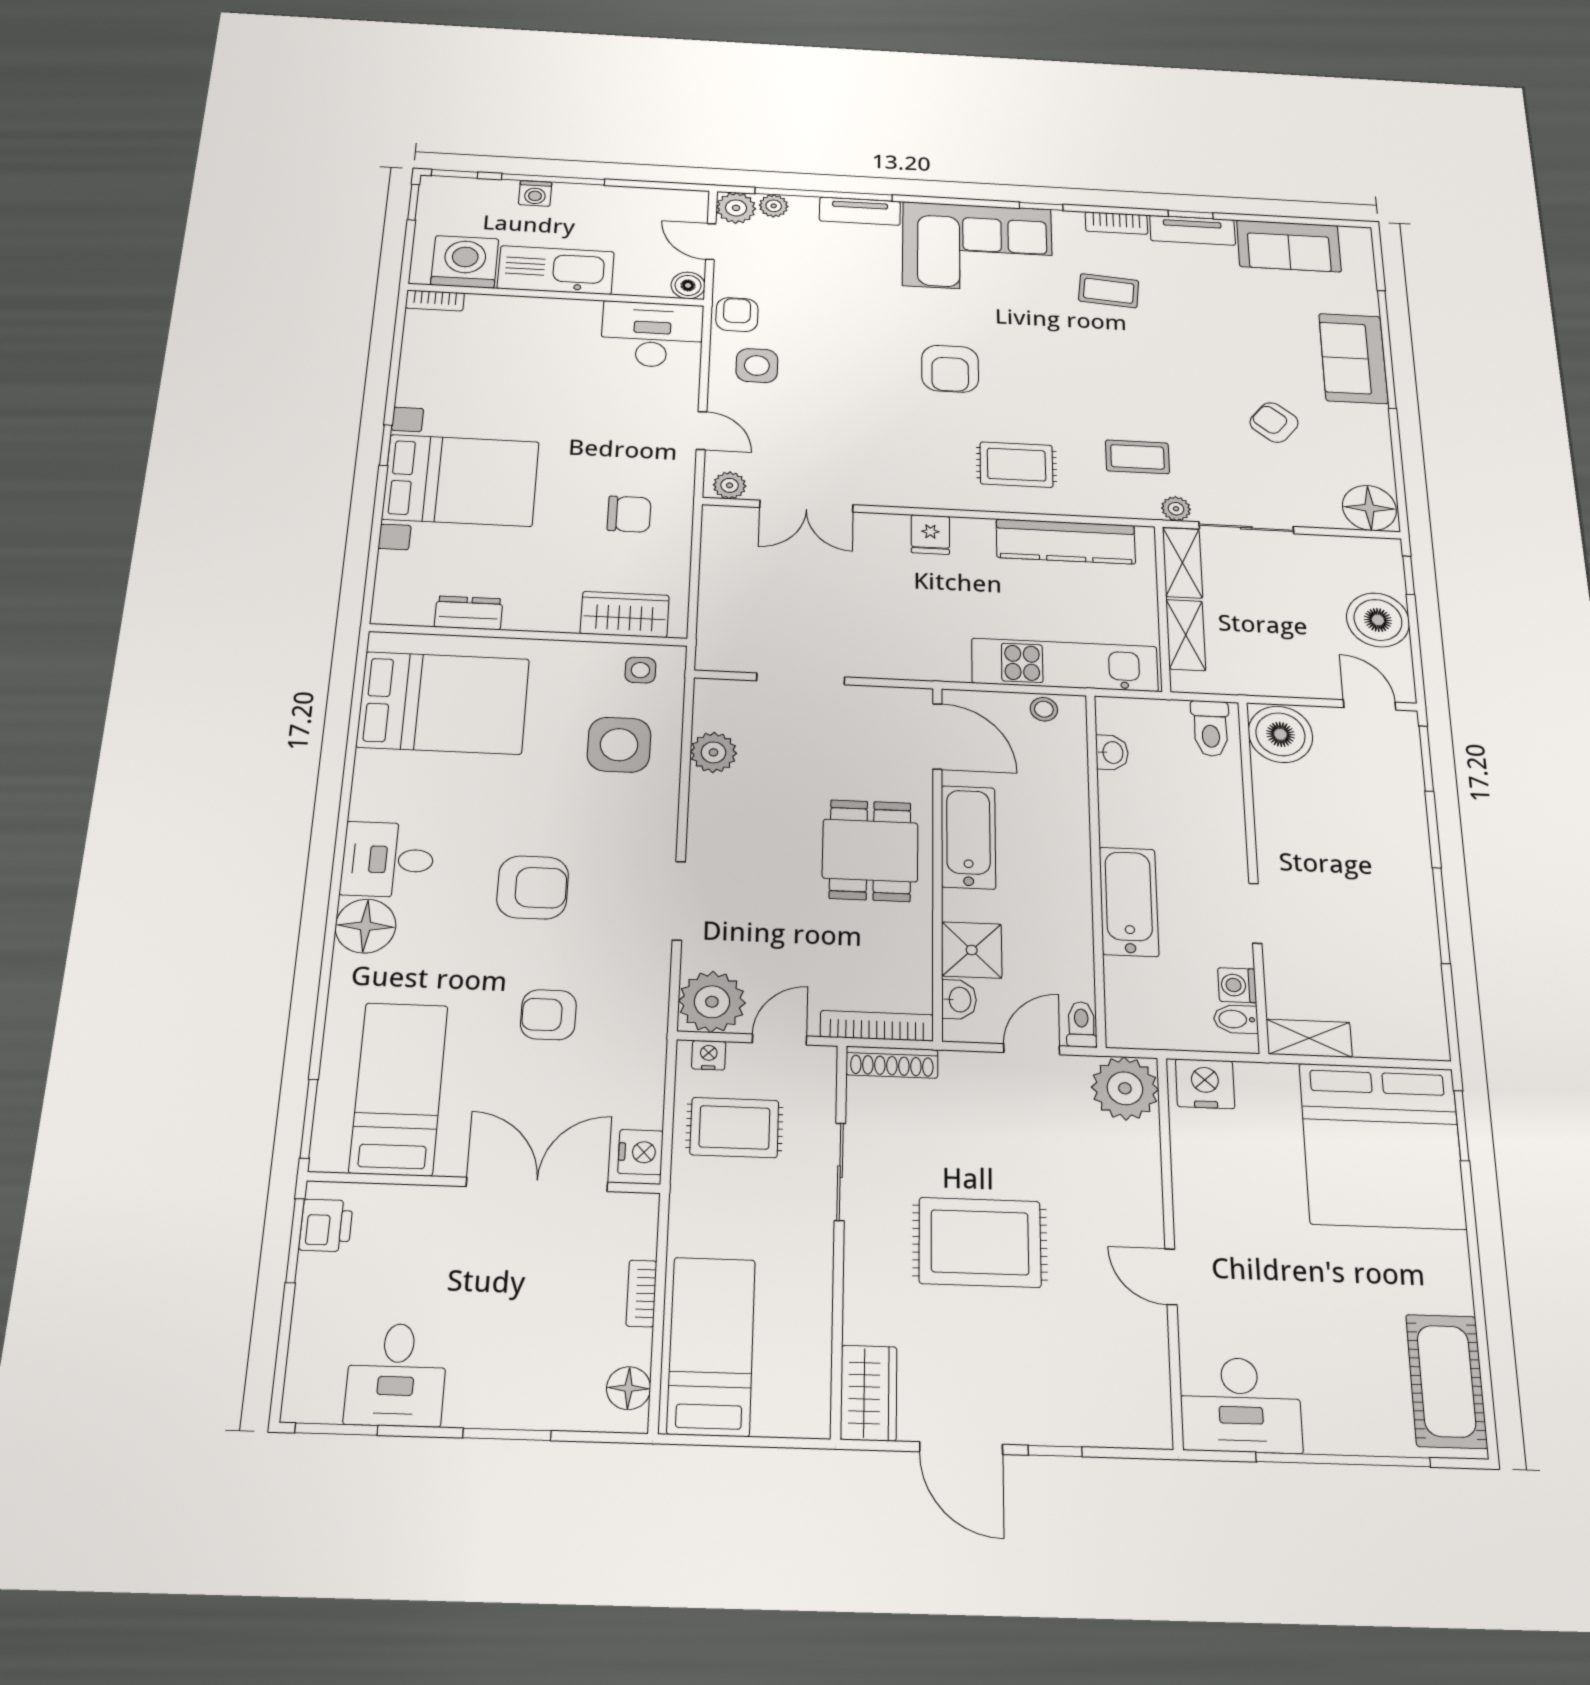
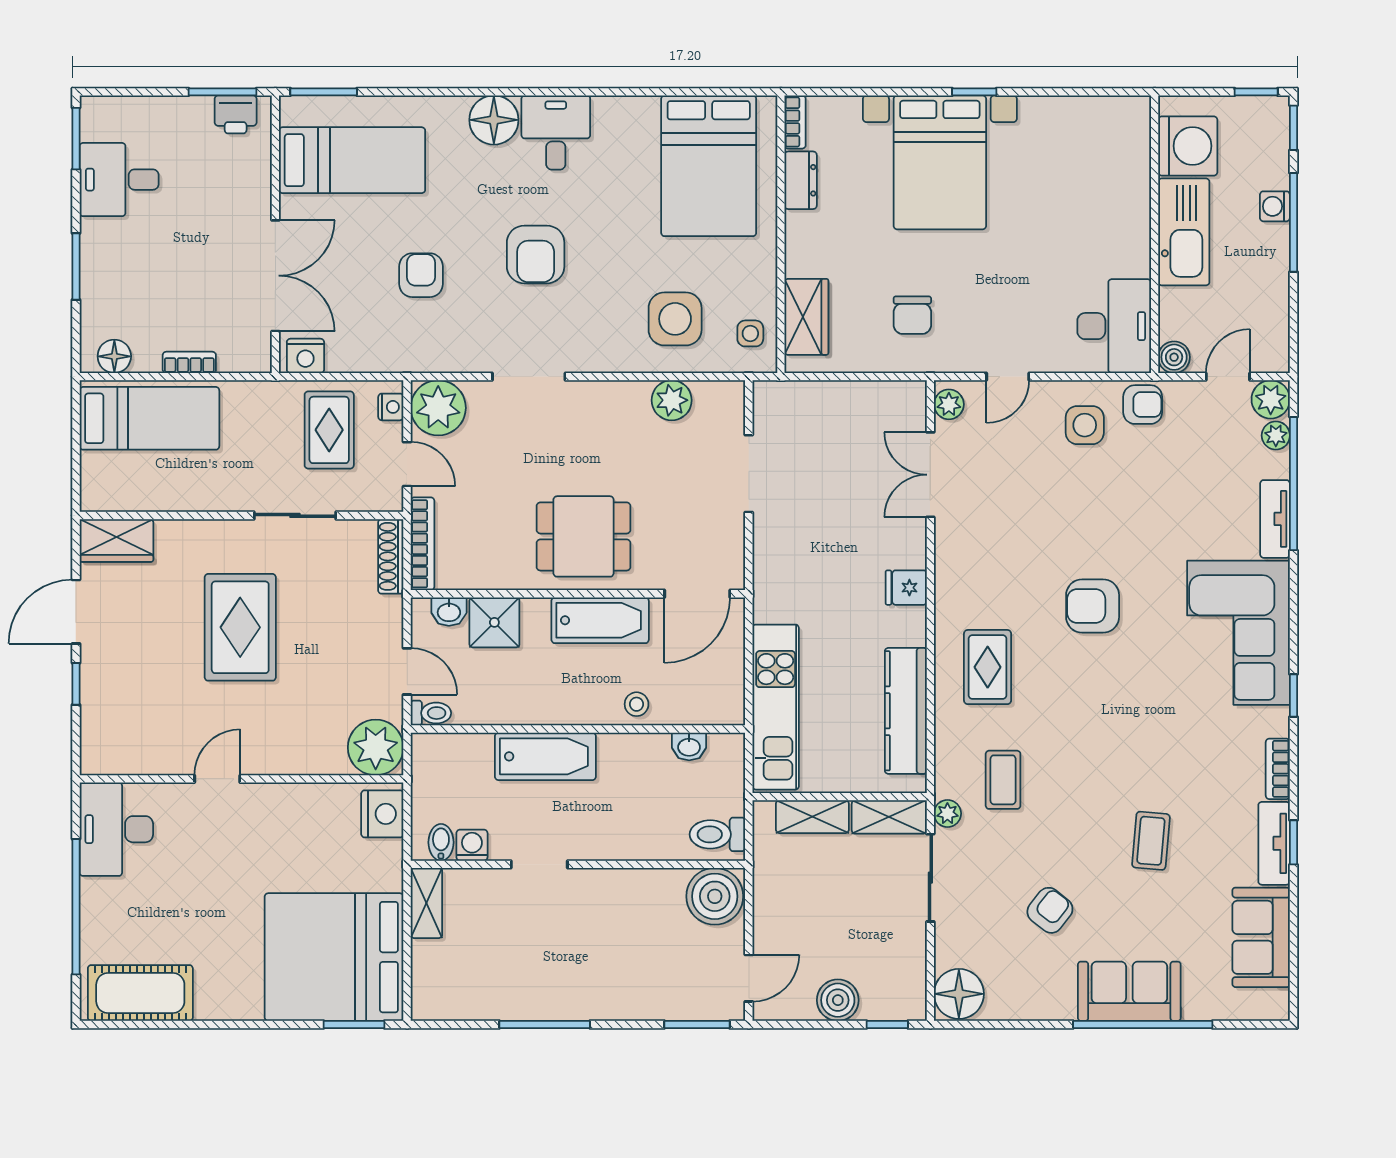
coffee table: (1109, 291) -> (1151, 841), moved
bookcase: (435, 301) -> (795, 122), moved, turned 180
boiler: (1378, 620) -> (838, 1000), width x0.73, depth x0.73
stool: (1044, 709) -> (637, 704), moved

